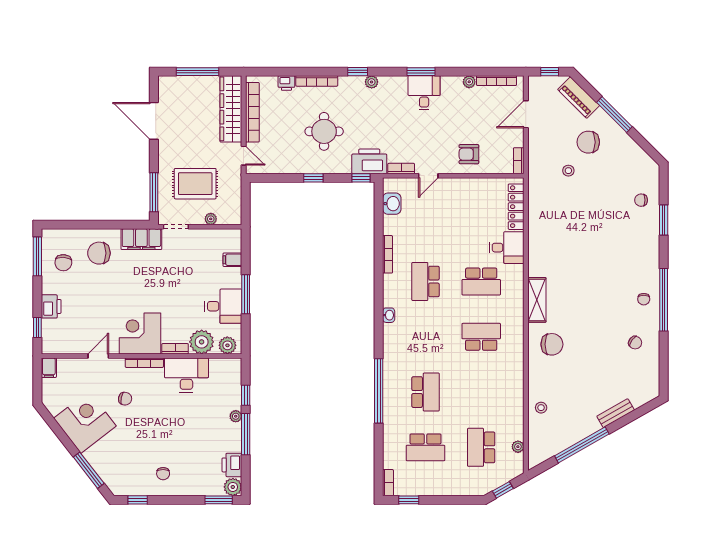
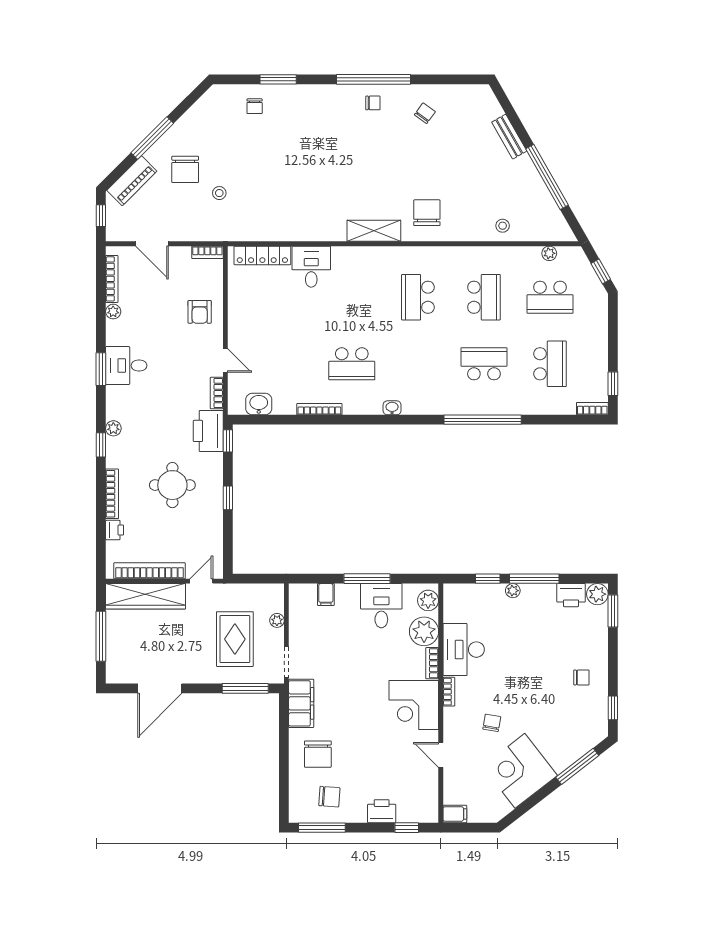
school desk: (481, 282) -> (484, 297), moved
bookcase: (144, 363) -> (449, 692), width x0.64

